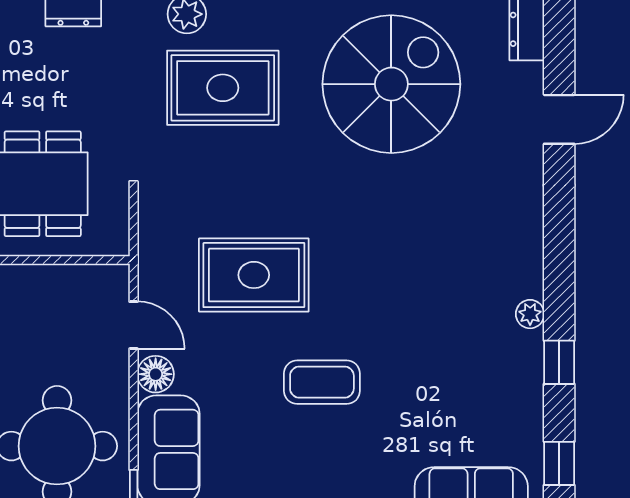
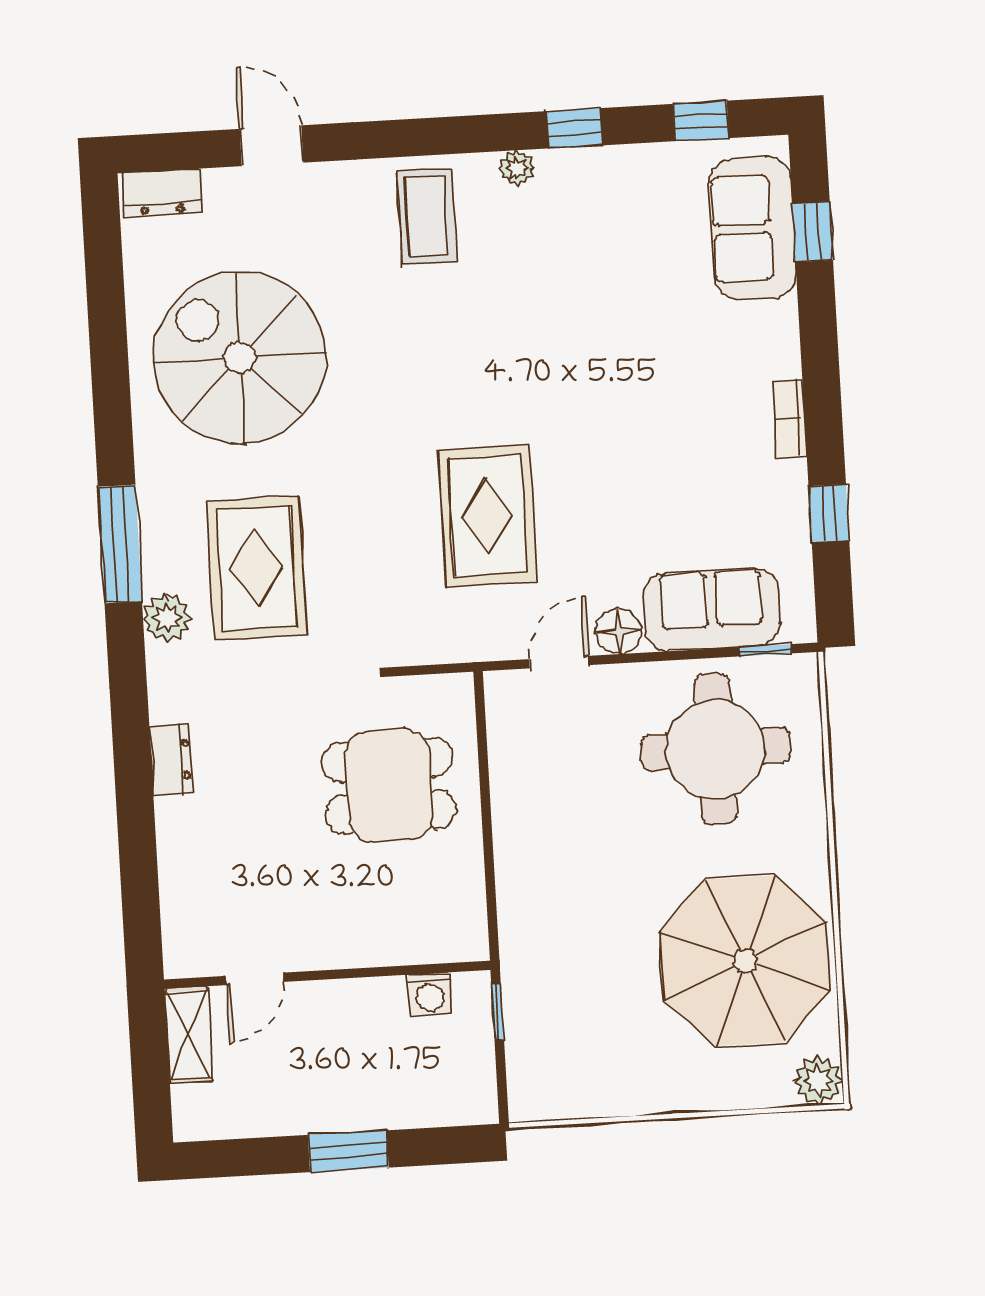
coffee table: (322, 382) -> (427, 217), moved

